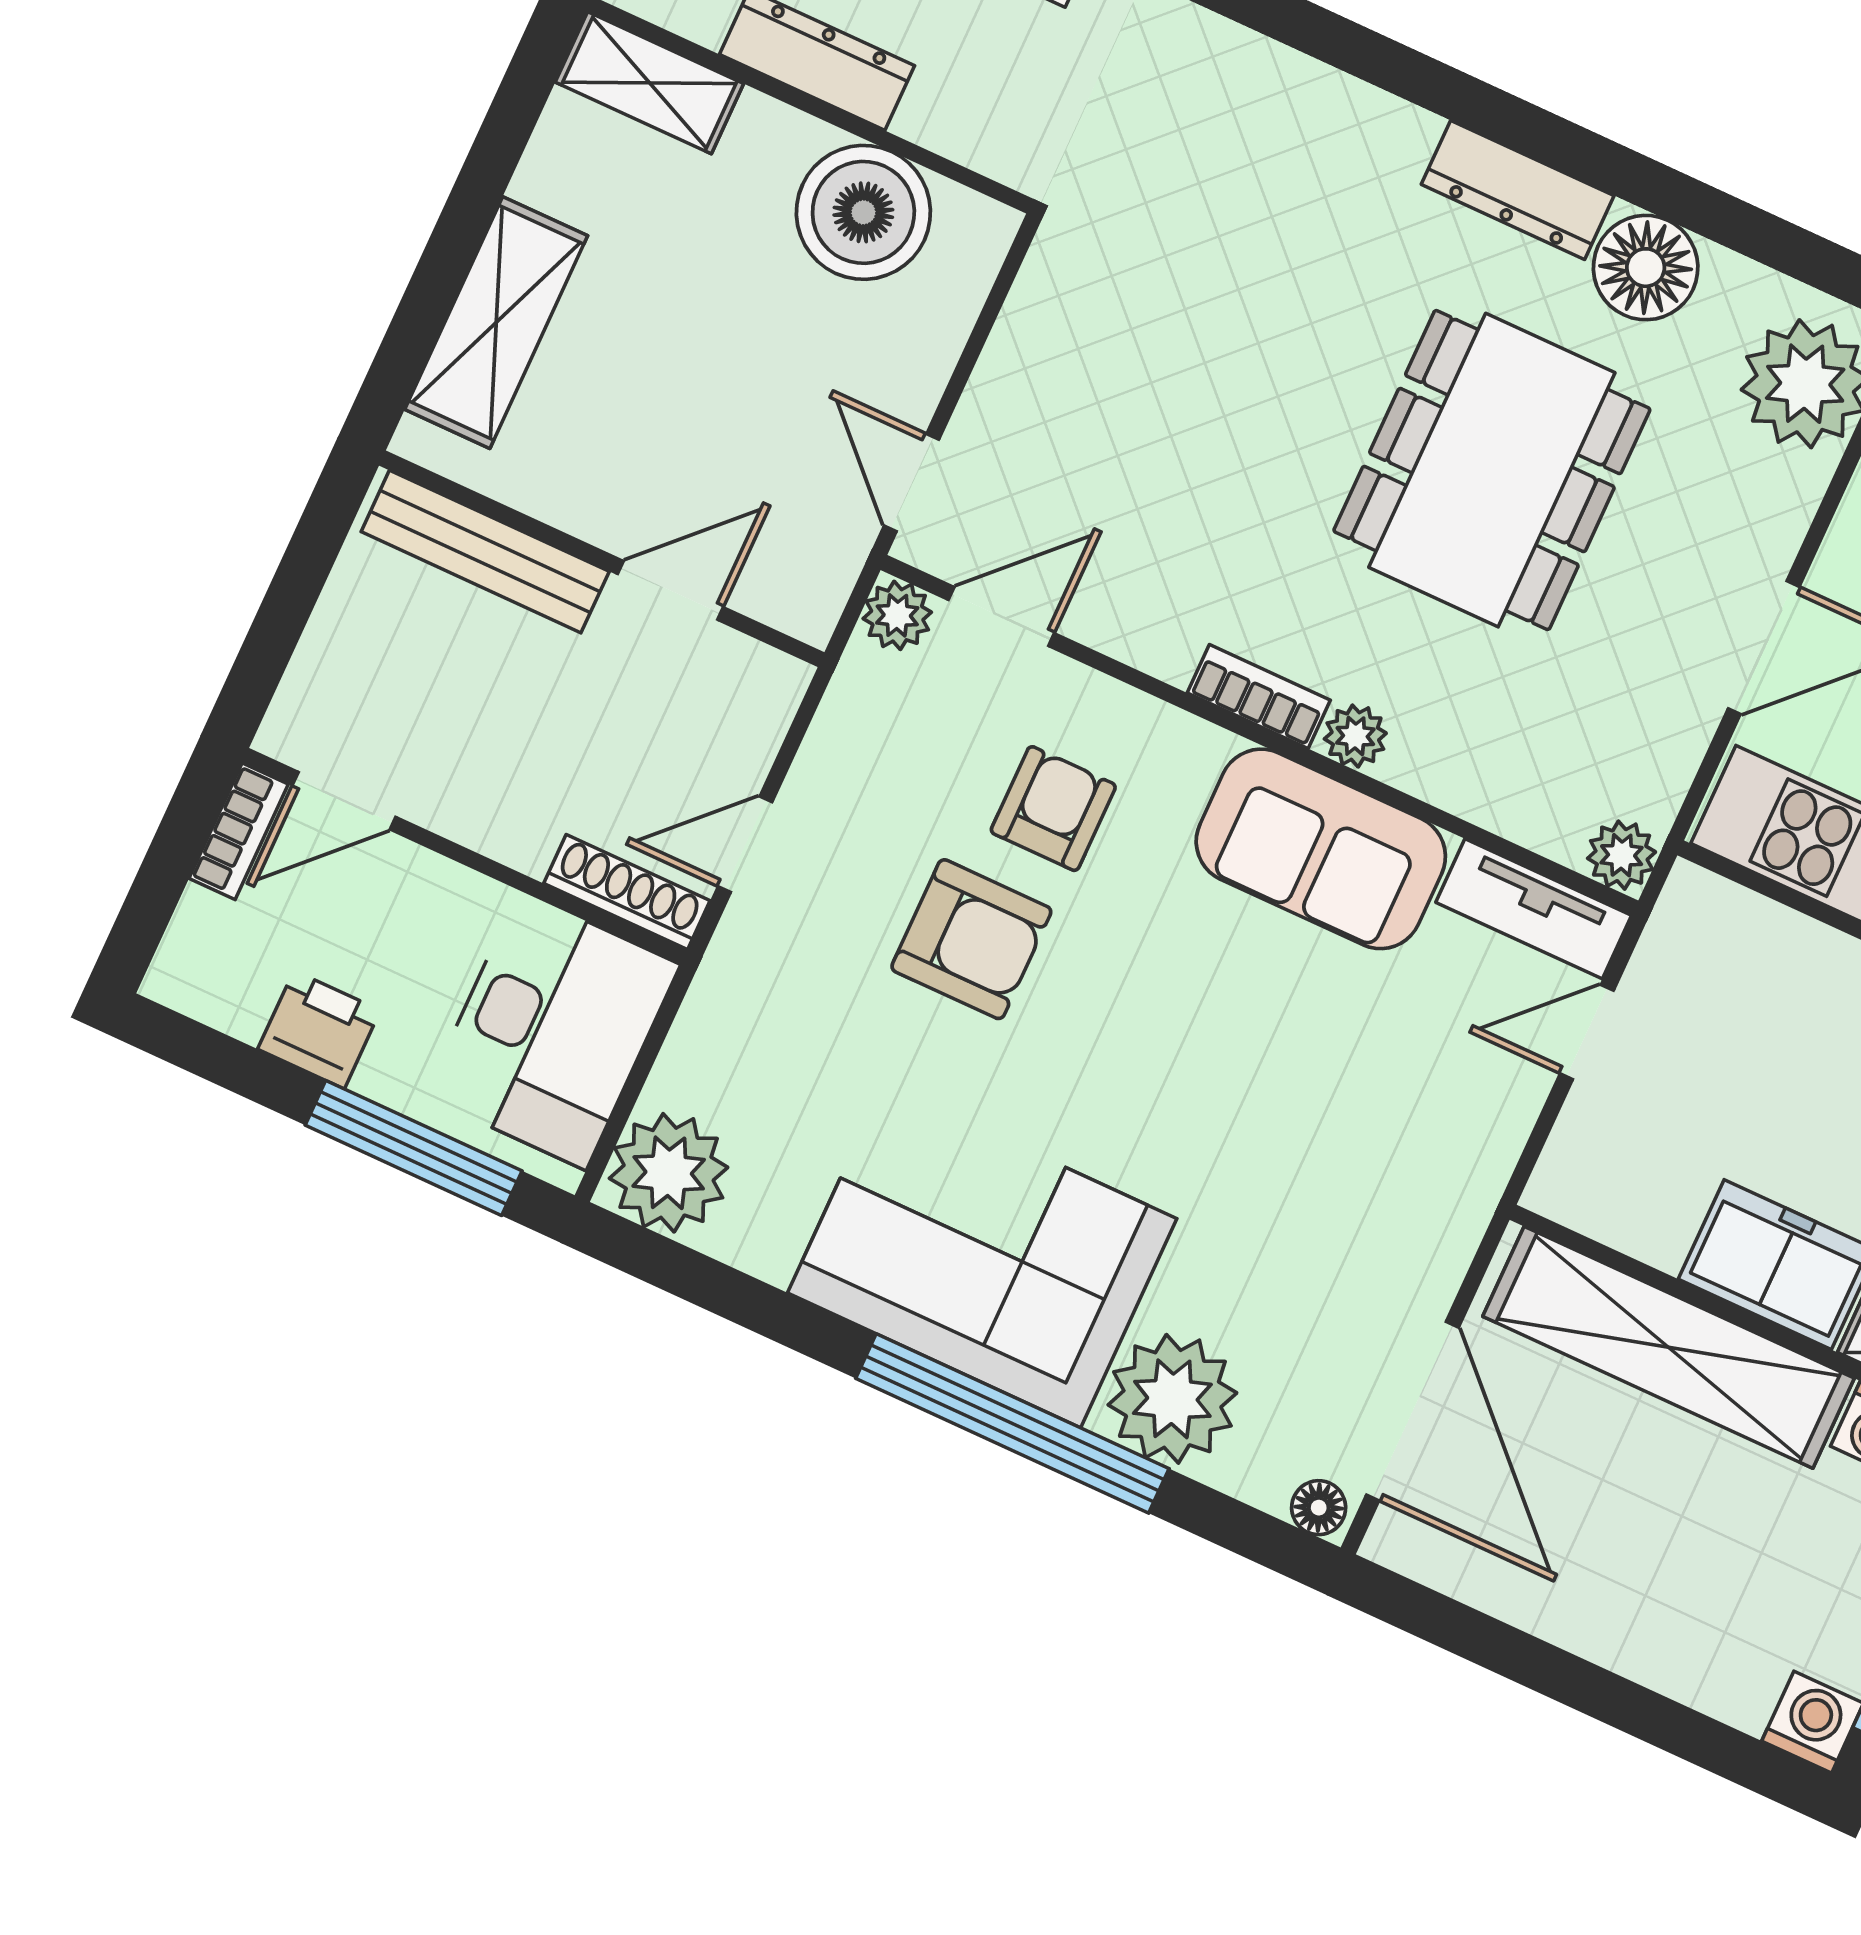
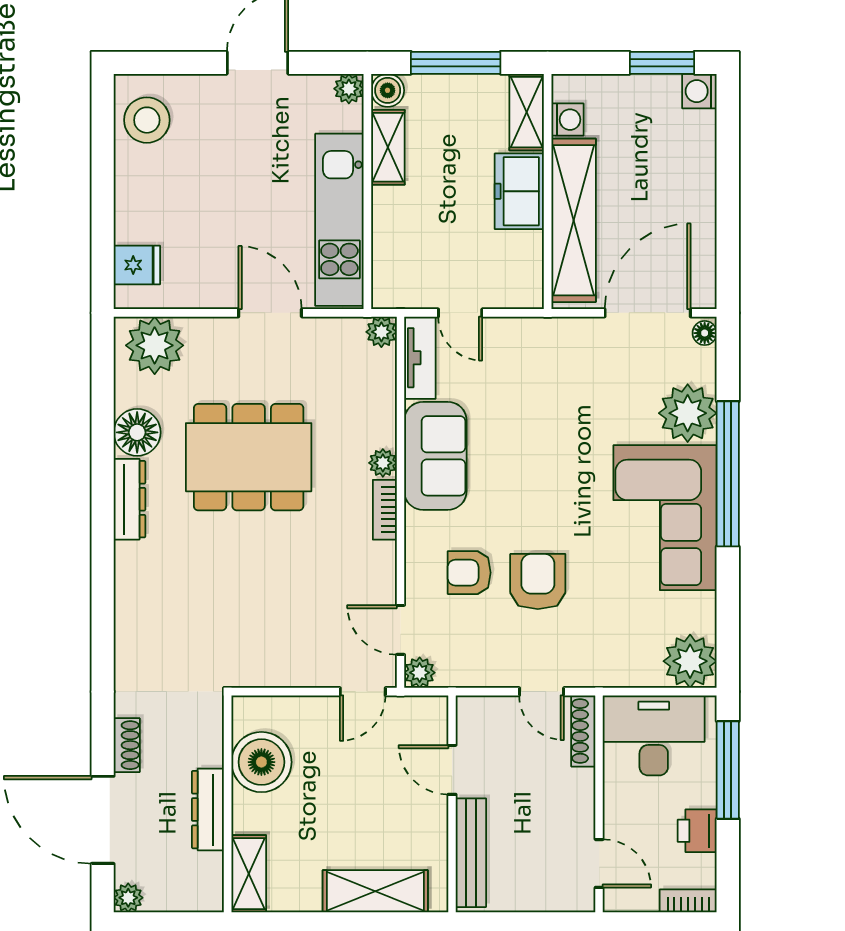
bookcase: (239, 831) -> (688, 901), moved

